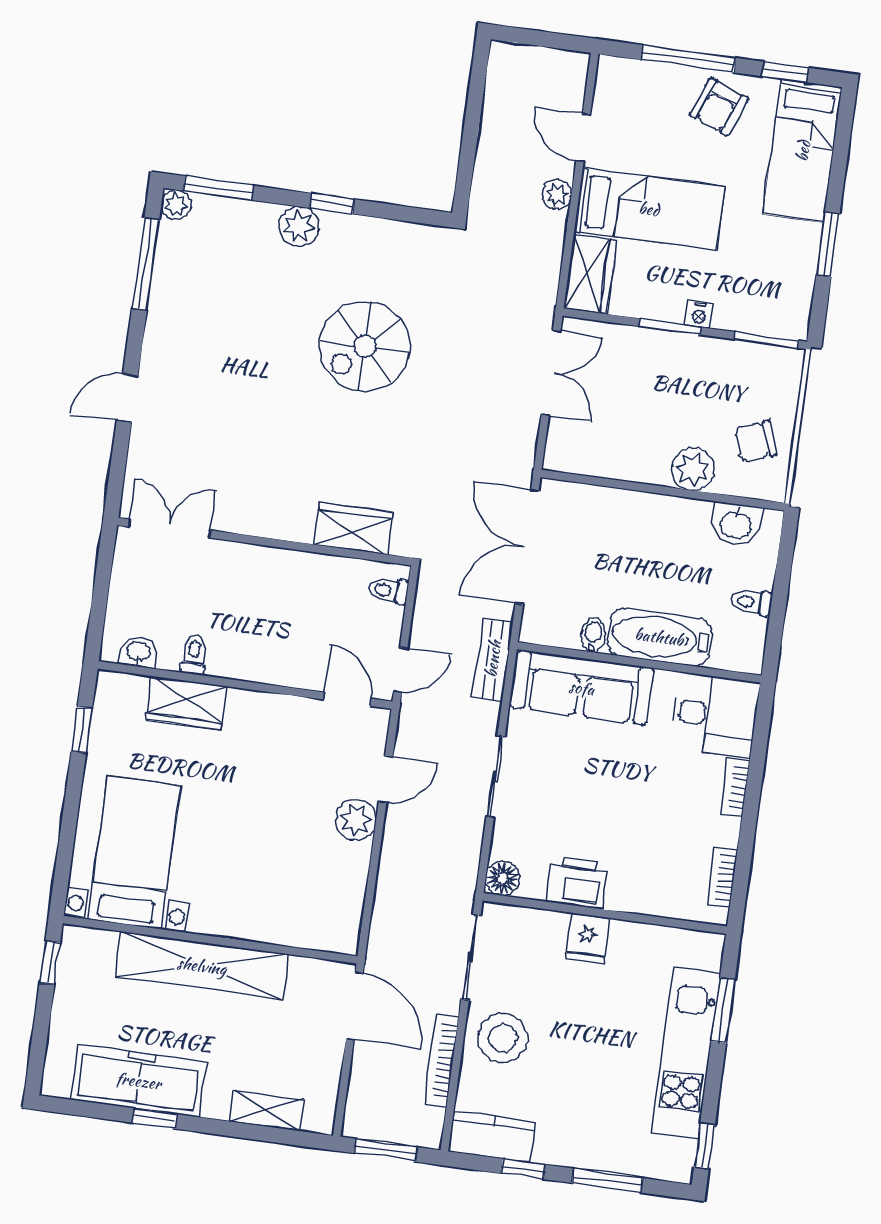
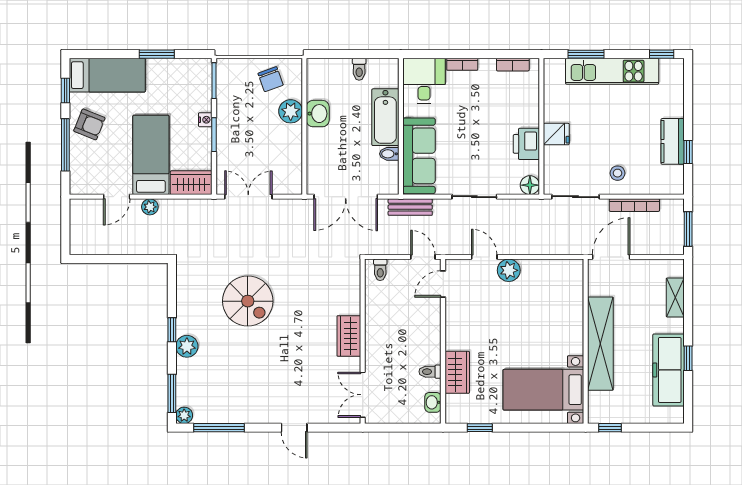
washbasin: (736, 524) -> (318, 114), moved
wardrobe: (353, 529) -> (349, 336), moved
stool: (503, 1038) -> (618, 173), width x0.53, depth x0.53
kitchen counter: (492, 1137) -> (673, 141), moved
window: (607, 1181) -> (688, 105), removed

